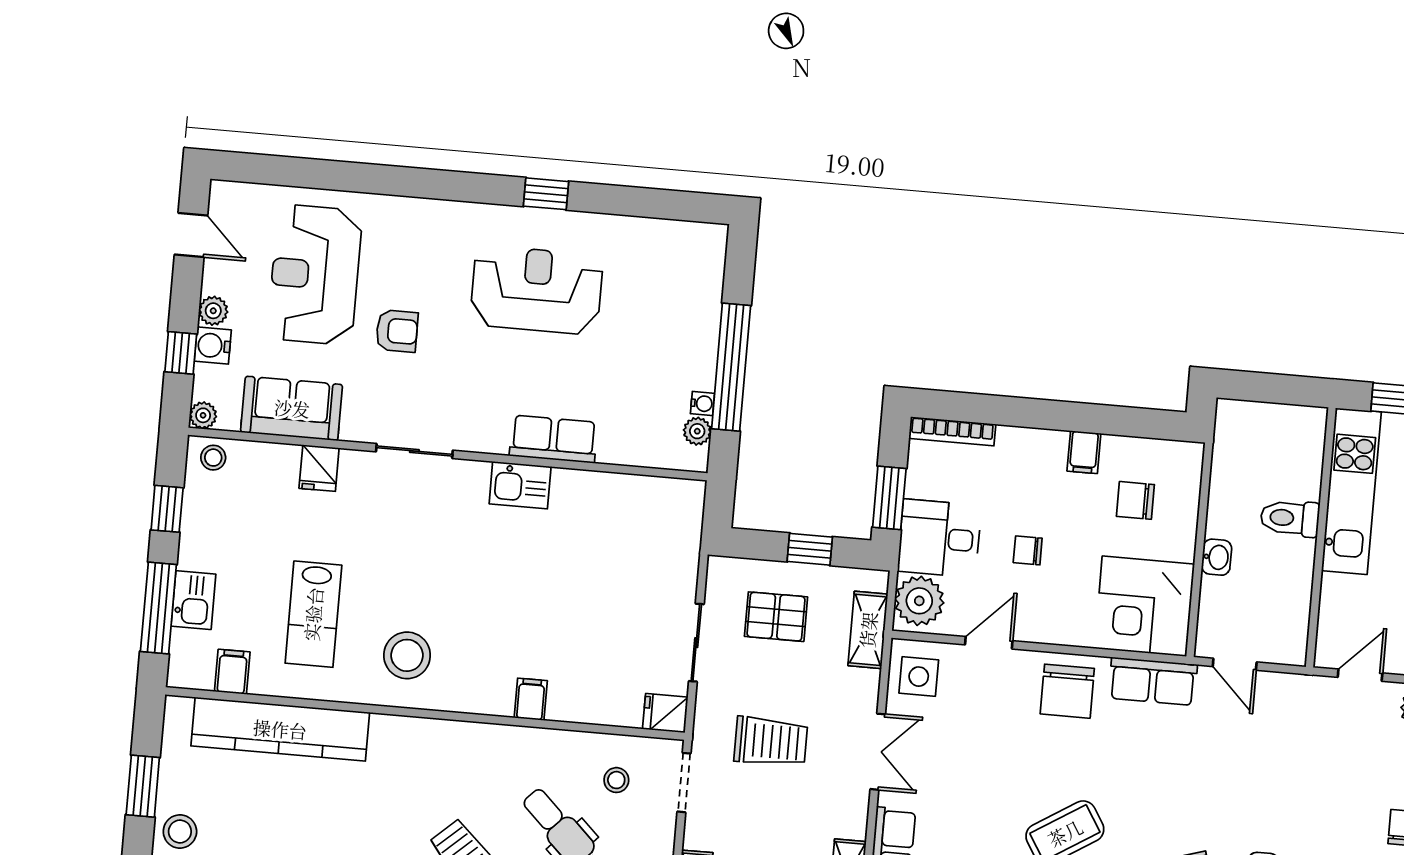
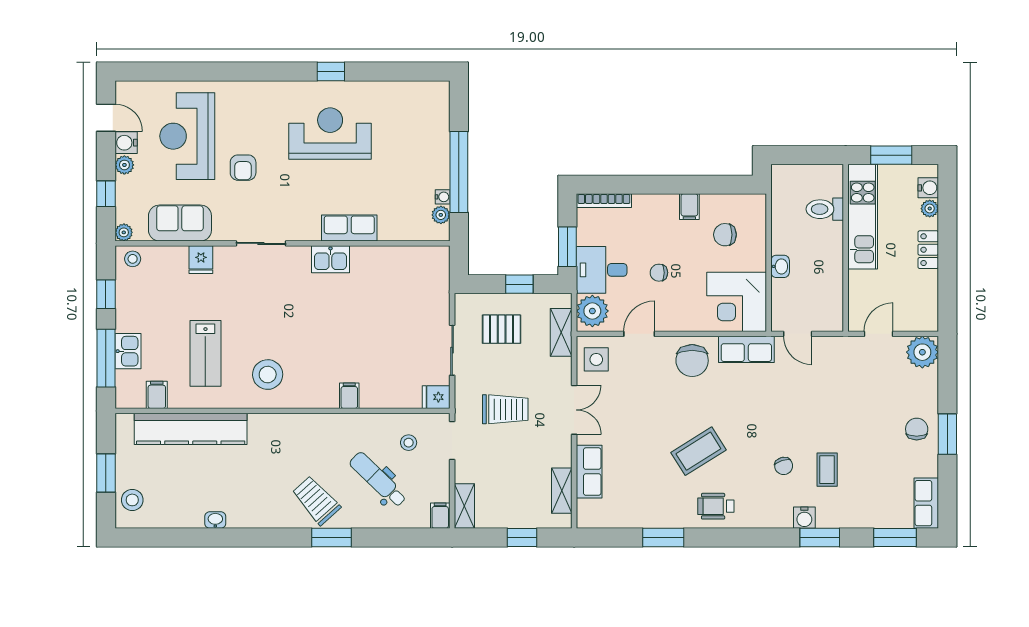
armchair: (397, 331) -> (243, 168), turned 90
water cooler: (213, 346) -> (126, 143), moved
toilet: (1290, 518) -> (825, 209), moved

